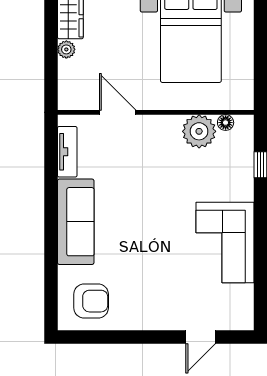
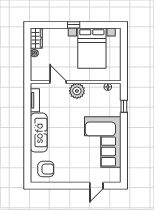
plant: (199, 131) -> (77, 91), moved
corner sofa: (225, 242) -> (103, 142), width x1.36, depth x1.36

